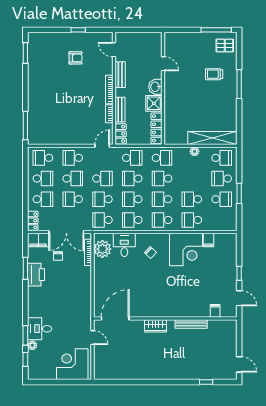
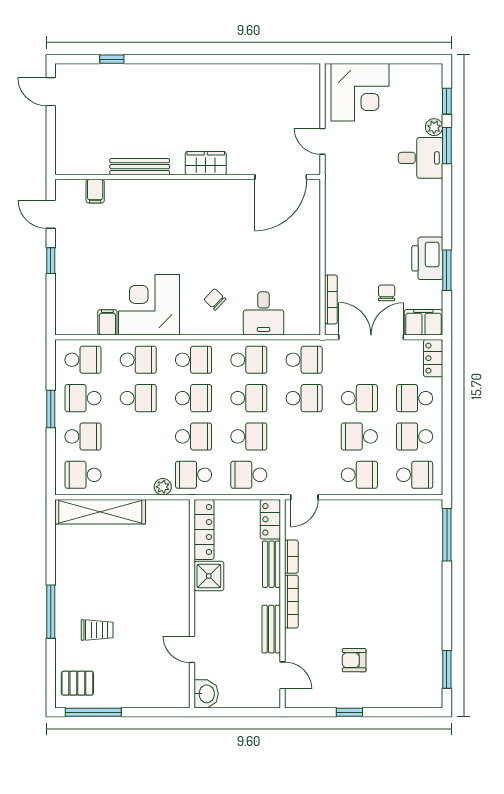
washbasin: (155, 87) -> (206, 694), moved
plant: (194, 151) -> (163, 487), moved
school desk: (102, 179) -> (83, 360), moved, turned 180
plant: (102, 249) -> (304, 306), removed

